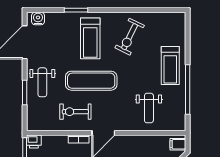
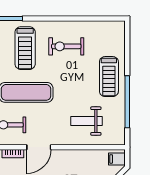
exercise bike: (130, 37) -> (66, 46), turned 64
weight bench: (149, 108) -> (87, 121), turned 90

